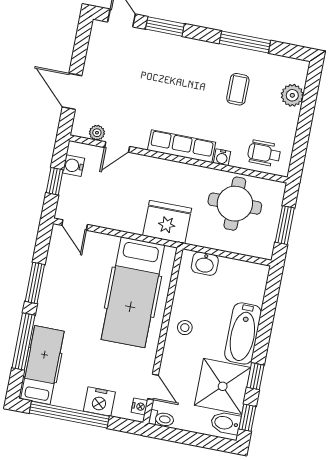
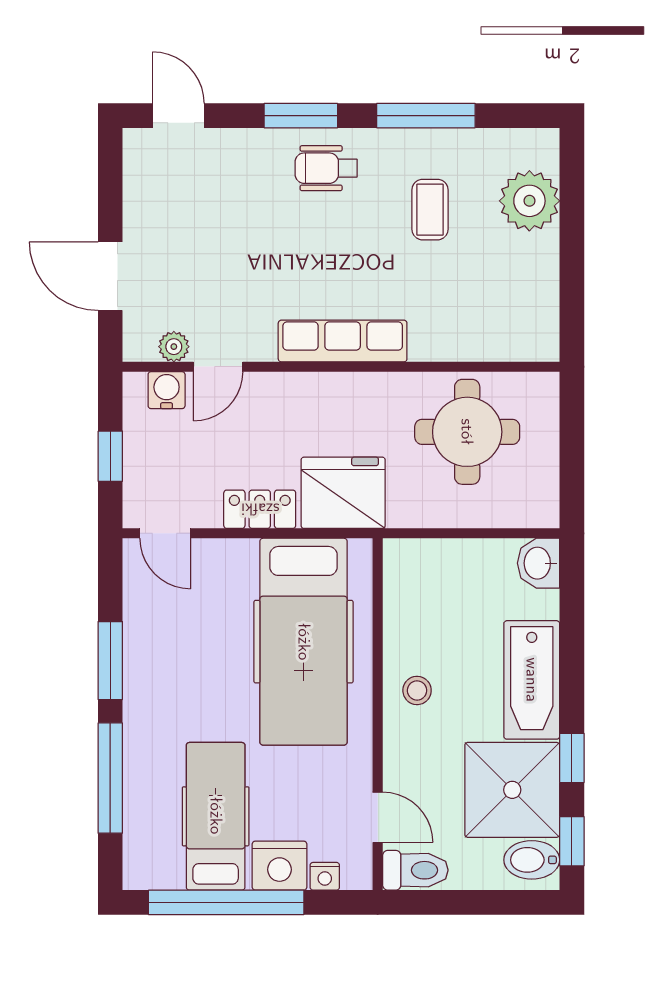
window: (165, 26) -> (301, 116), moved
plant: (292, 95) -> (529, 201), width x1.36, depth x1.36
wheelchair: (264, 153) -> (326, 168), moved
water cooler: (222, 157) -> (425, 347), removed
water cooler: (74, 166) -> (167, 390), moved, turned 90
locker: (124, 222) -> (260, 509), added
window: (285, 225) -> (572, 455), removed
washbasin: (205, 264) -> (539, 563), moved, turned 90
hospital bed: (42, 365) -> (216, 816), moved
nightstand: (139, 406) -> (325, 876), moved, turned 90
toilet: (161, 419) -> (415, 870), width x1.37, depth x1.39

